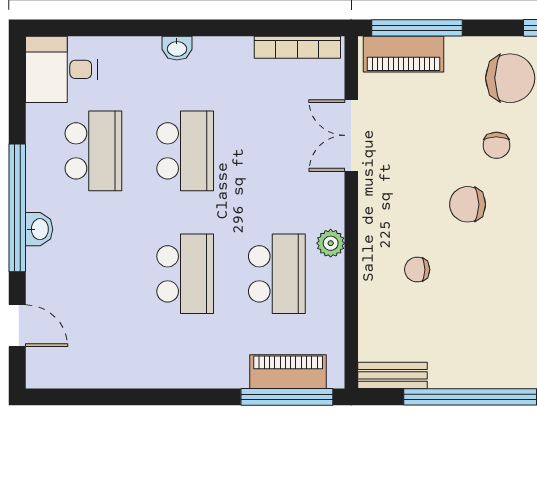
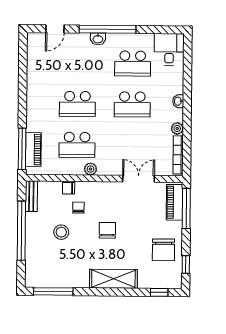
plant: (238, 50) -> (177, 128), added
chair: (496, 145) -> (69, 188), moved
stool: (473, 308) -> (61, 232), added

